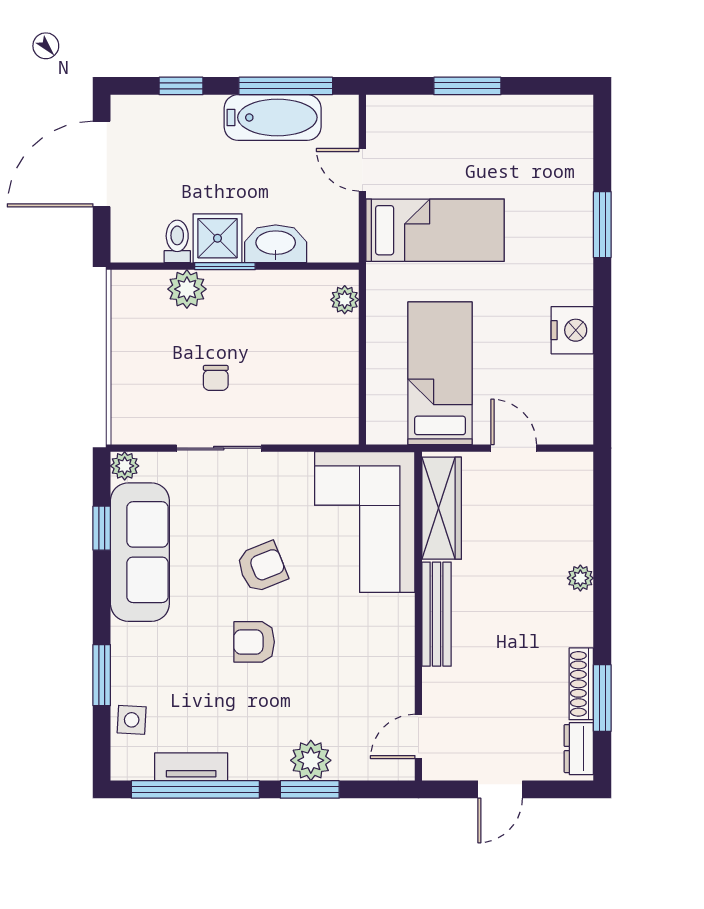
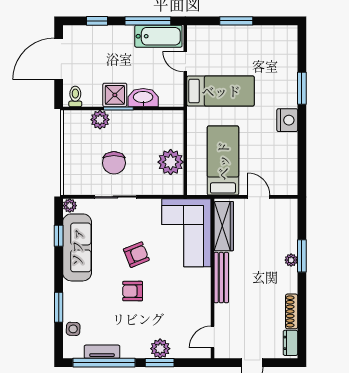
bathtub: (273, 117) -> (158, 36), moved
toilet: (177, 241) -> (75, 96), moved
plant: (345, 300) -> (171, 162), moved, width x1.88, depth x1.88
nightstand: (572, 330) -> (287, 120), moved
chair: (216, 378) -> (114, 163), width x1.87, depth x1.87
window: (602, 698) -> (302, 256), moved

